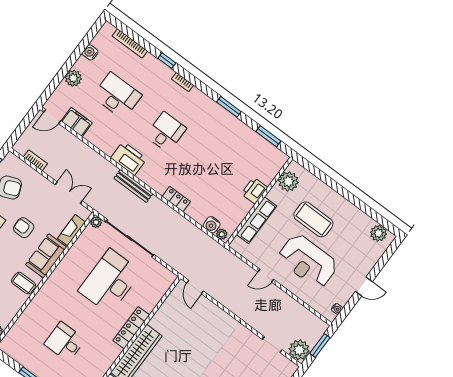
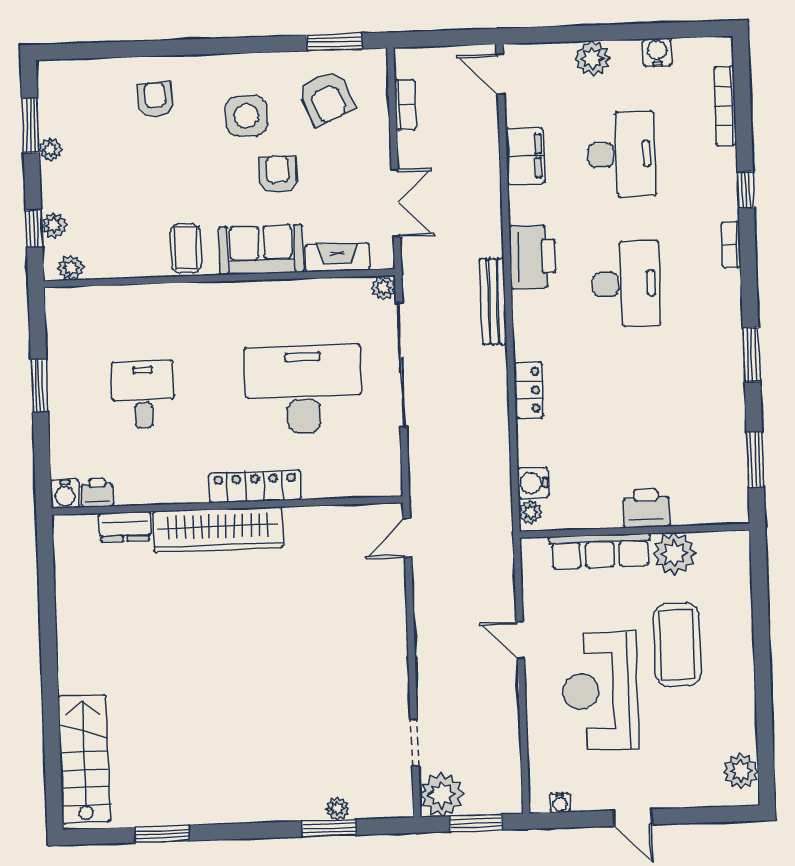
filing cabinet: (77, 122) -> (525, 156), moved
desk: (166, 132) -> (626, 284), width x1.37
plant: (288, 181) -> (674, 554), moved

